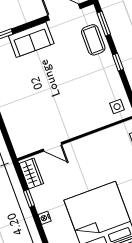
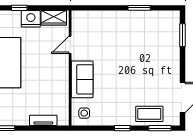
sofa: (31, 40) -> (82, 79), moved, turned 180
window: (29, 198) -> (19, 8), moved
nightstand: (45, 218) -> (31, 19), moved, width x1.89, depth x1.79

